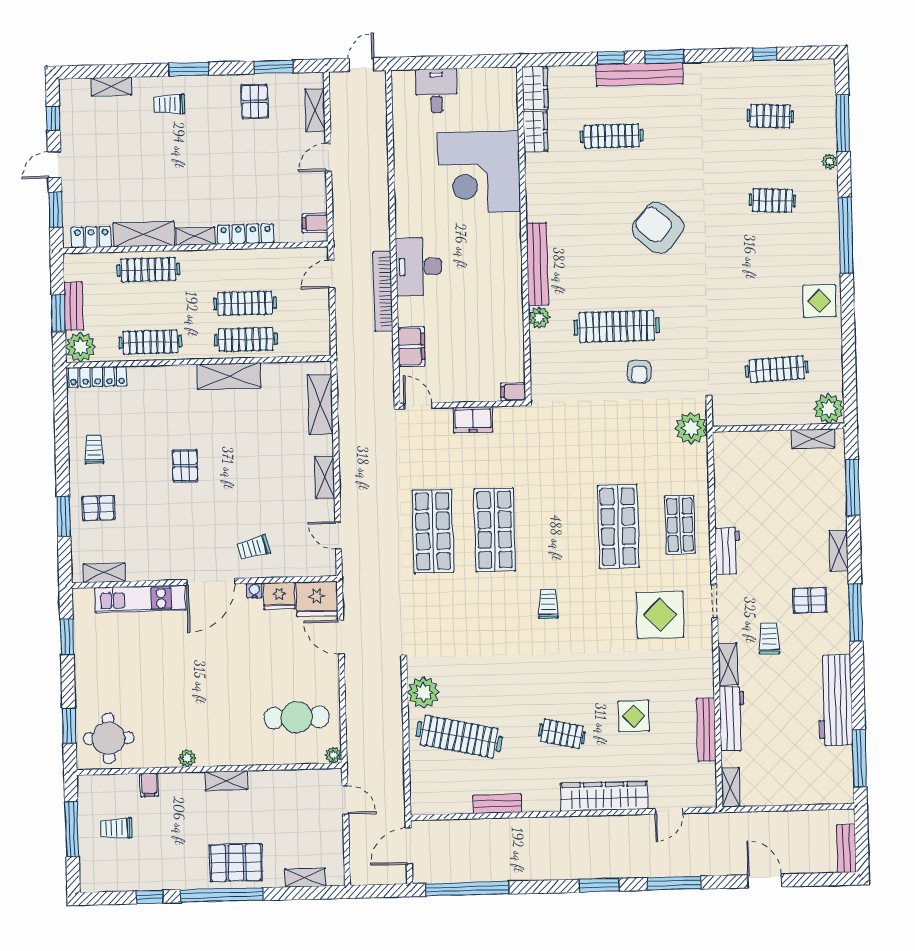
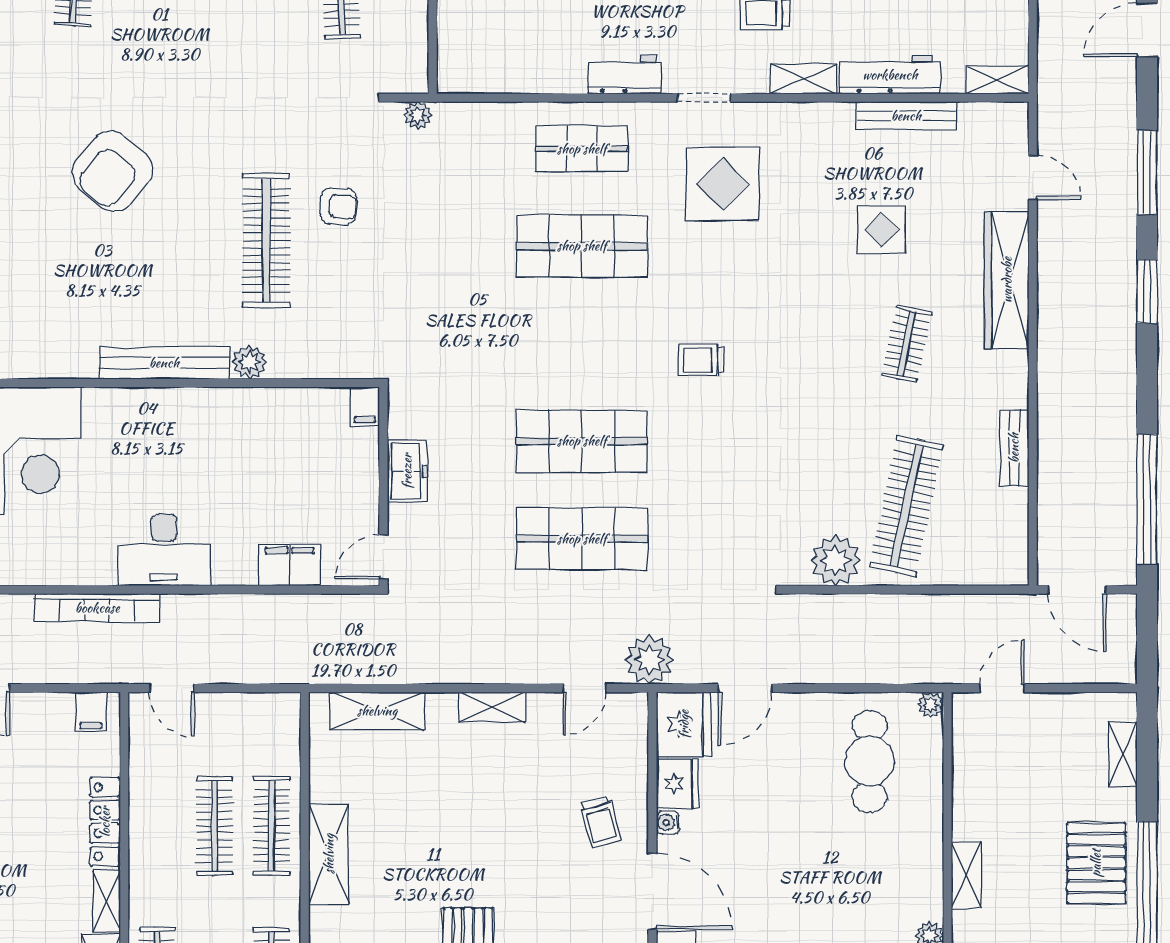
bookcase: (383, 292) -> (97, 608), moved
plant: (691, 428) -> (418, 115), width x0.53, depth x0.53
plant: (357, 576) -> (649, 660), added

